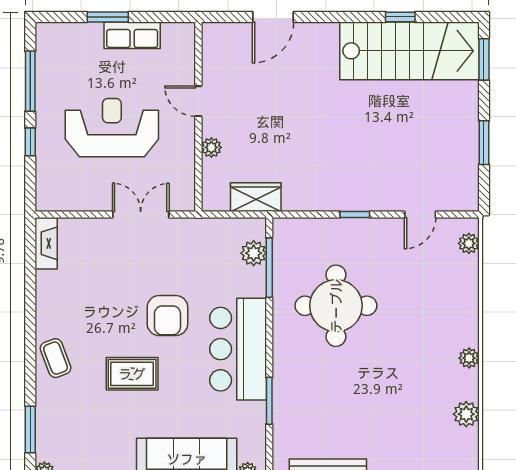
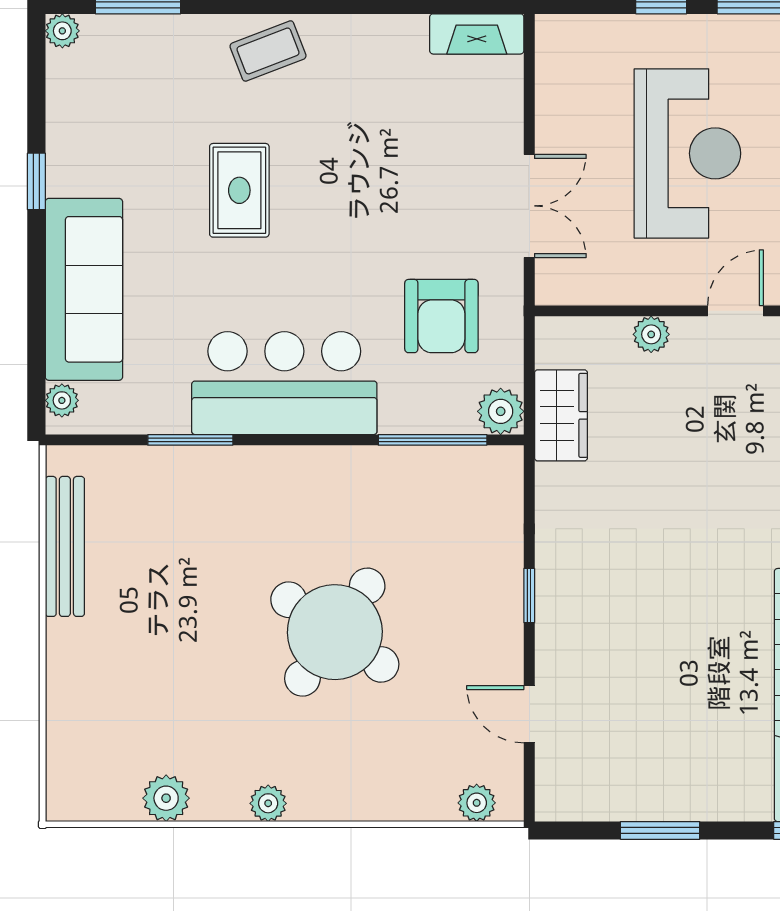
plant: (254, 253) -> (501, 411), moved
round table: (336, 306) -> (335, 632), moved, turned 35
armchair: (167, 316) -> (441, 316), moved, turned -90

